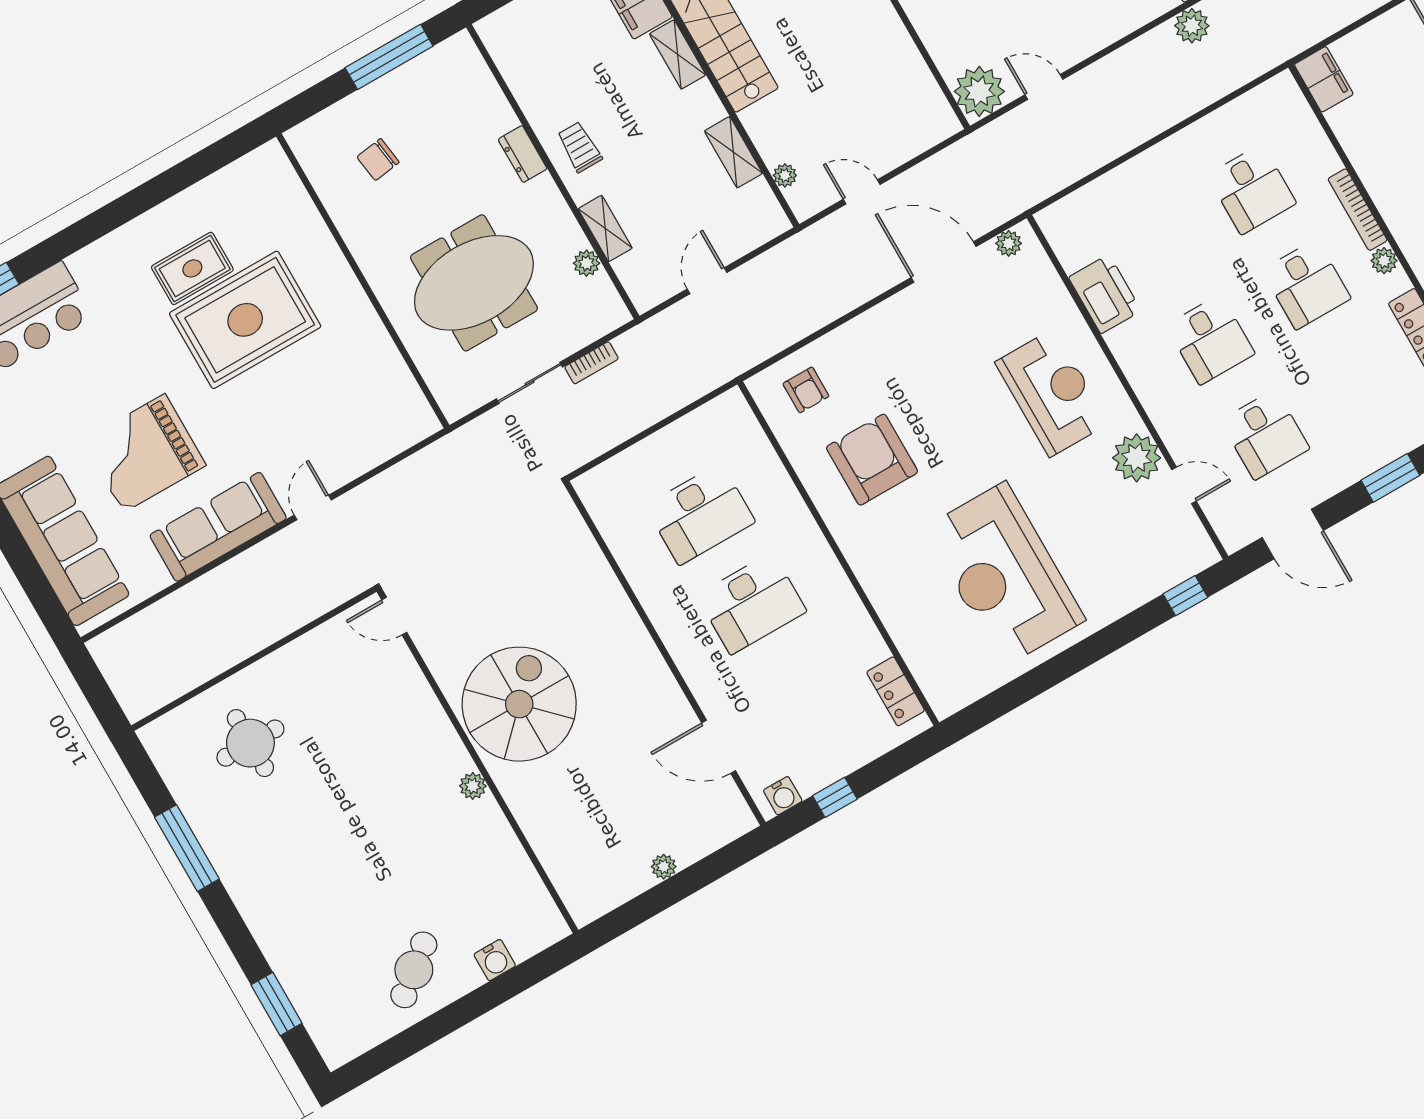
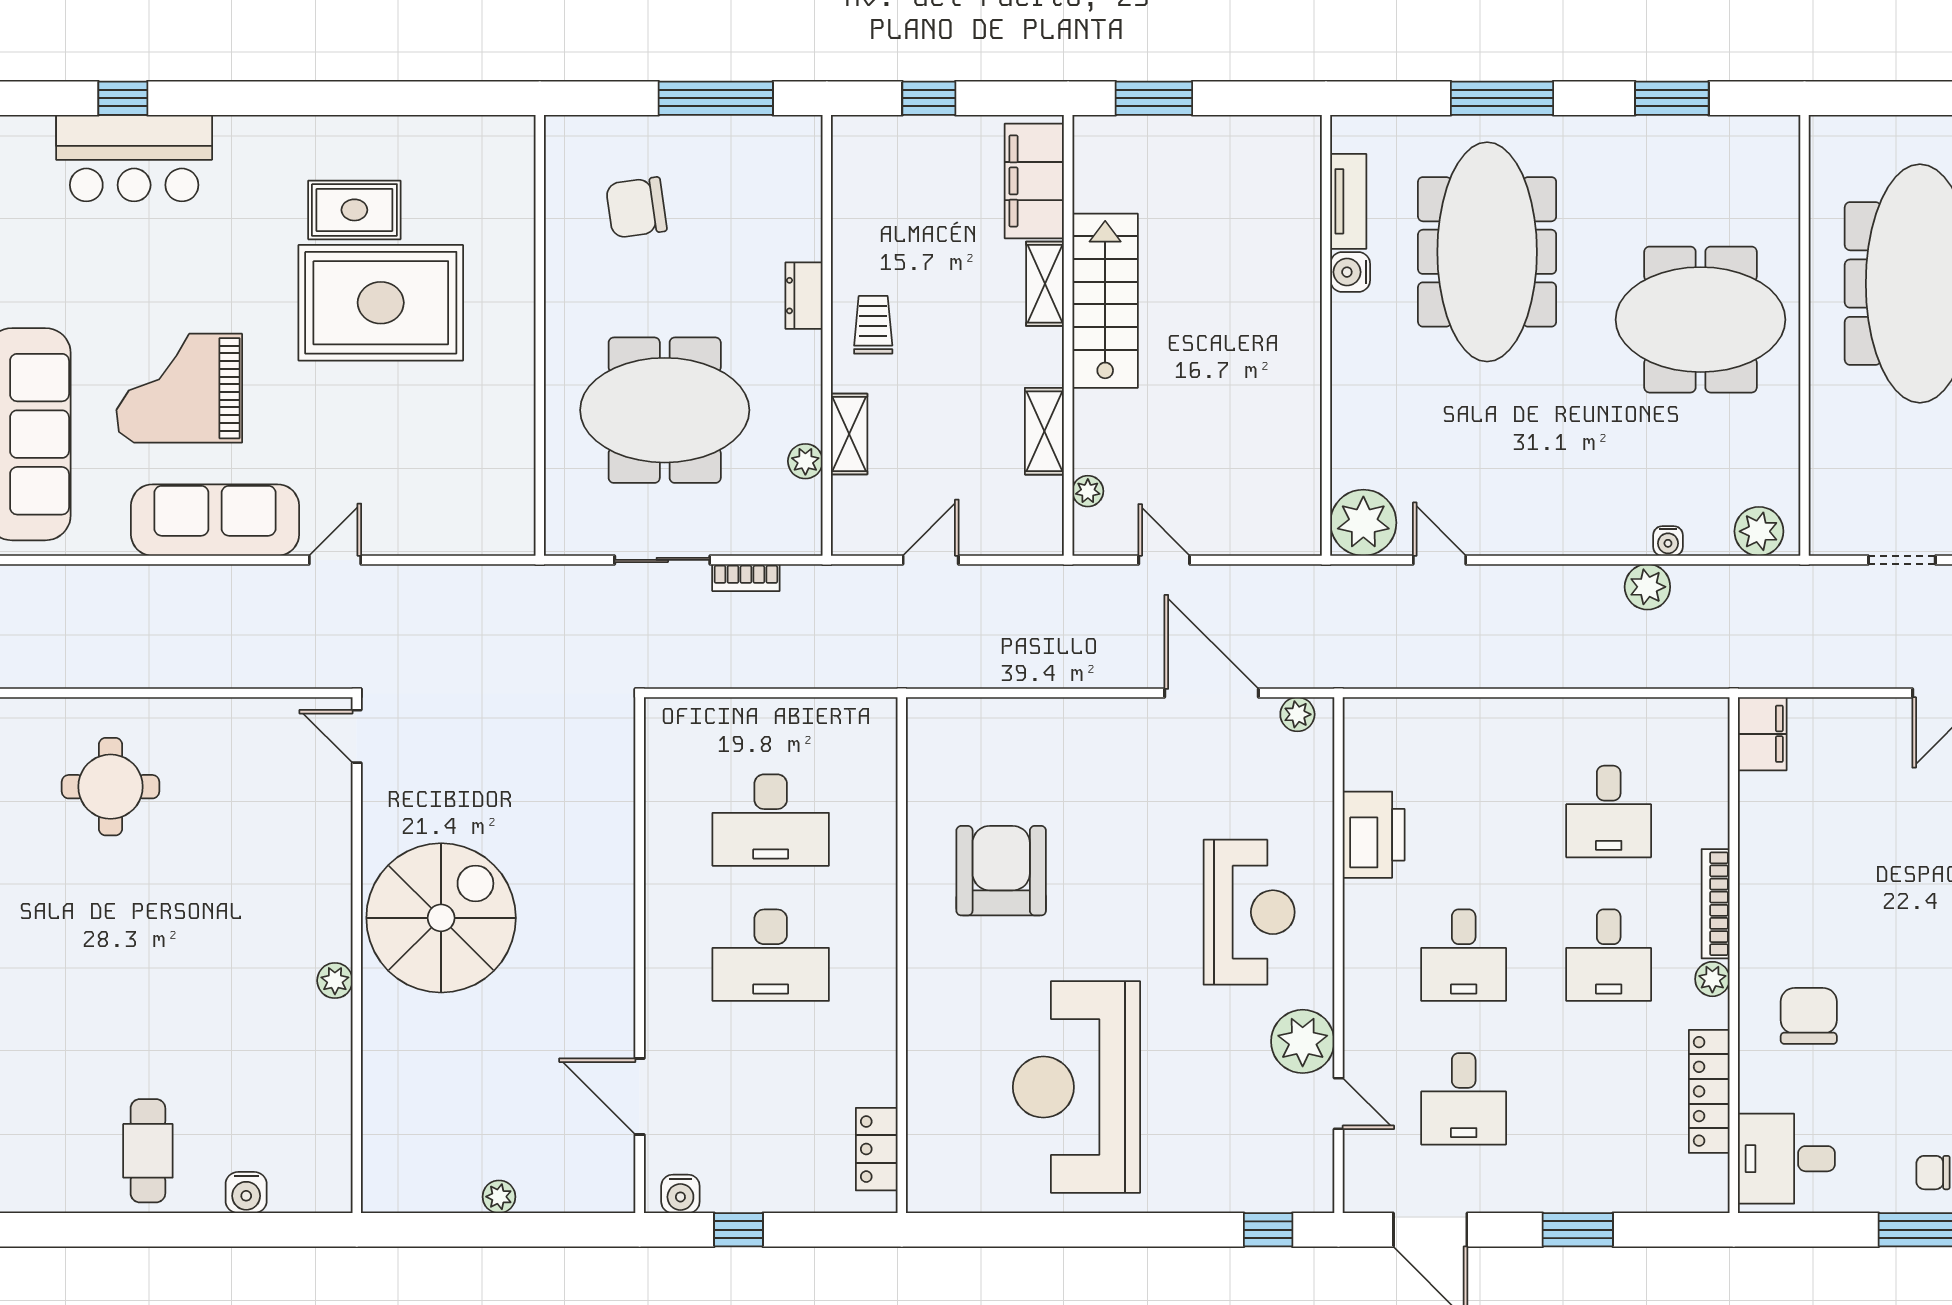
chair: (378, 160) -> (636, 208), width x1.37, depth x1.37
armchair: (806, 390) -> (972, 748), removed
cafe table: (414, 970) -> (148, 1151), turned -51

